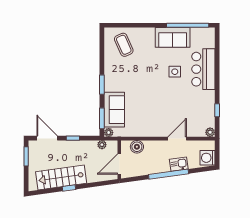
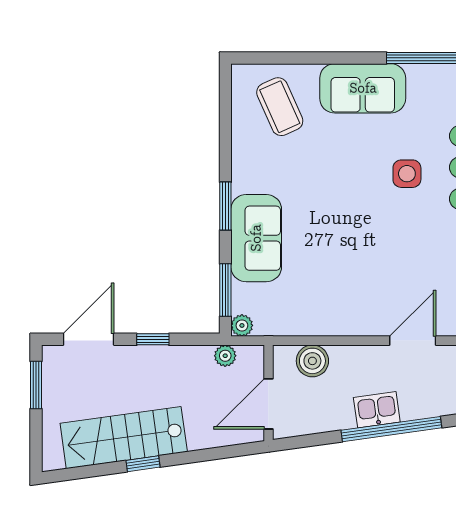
sofa: (173, 37) -> (363, 88), moved
sofa: (114, 110) -> (256, 238), moved
door: (47, 138) -> (89, 339), hinge flipped
kitchen sink: (179, 164) -> (377, 410), moved

